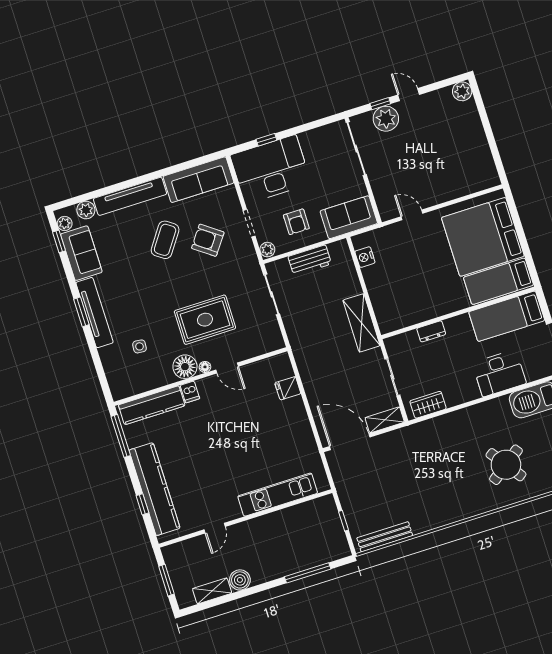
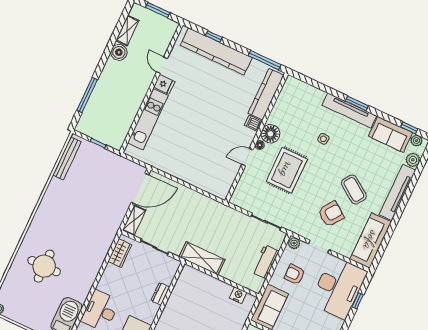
side table: (139, 346) -> (323, 139), moved
fridge: (288, 388) -> (164, 84), moved, turned 90
round table: (506, 465) -> (44, 266), turned 36

